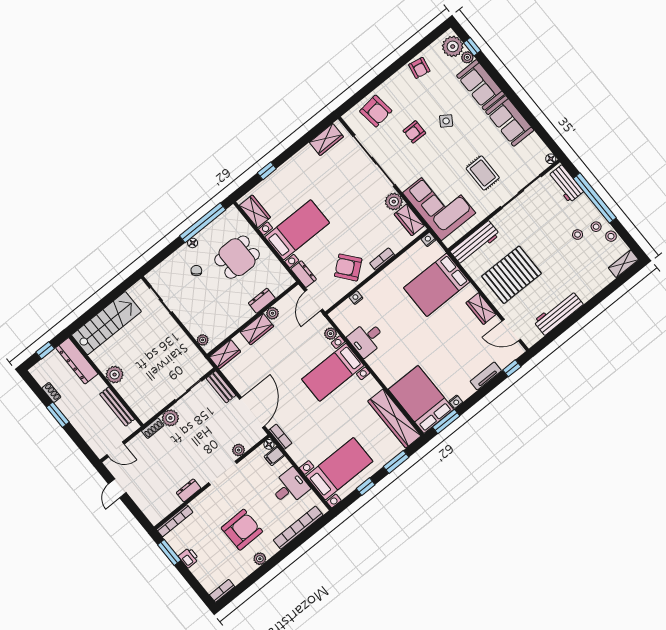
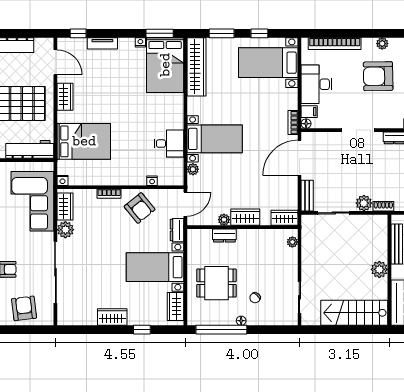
wardrobe: (326, 140) -> (112, 317), moved
plant: (239, 450) -> (332, 138), removed
desk: (290, 487) -> (316, 84), width x1.37

